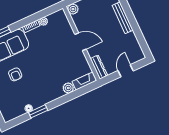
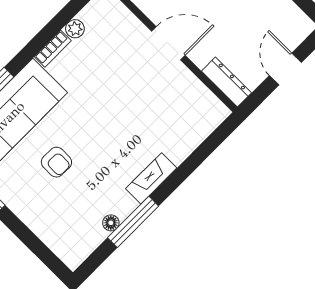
fireplace: (84, 81) -> (151, 178), moved
plant: (68, 88) -> (178, 150), removed
window: (38, 111) -> (133, 222), width x1.44

